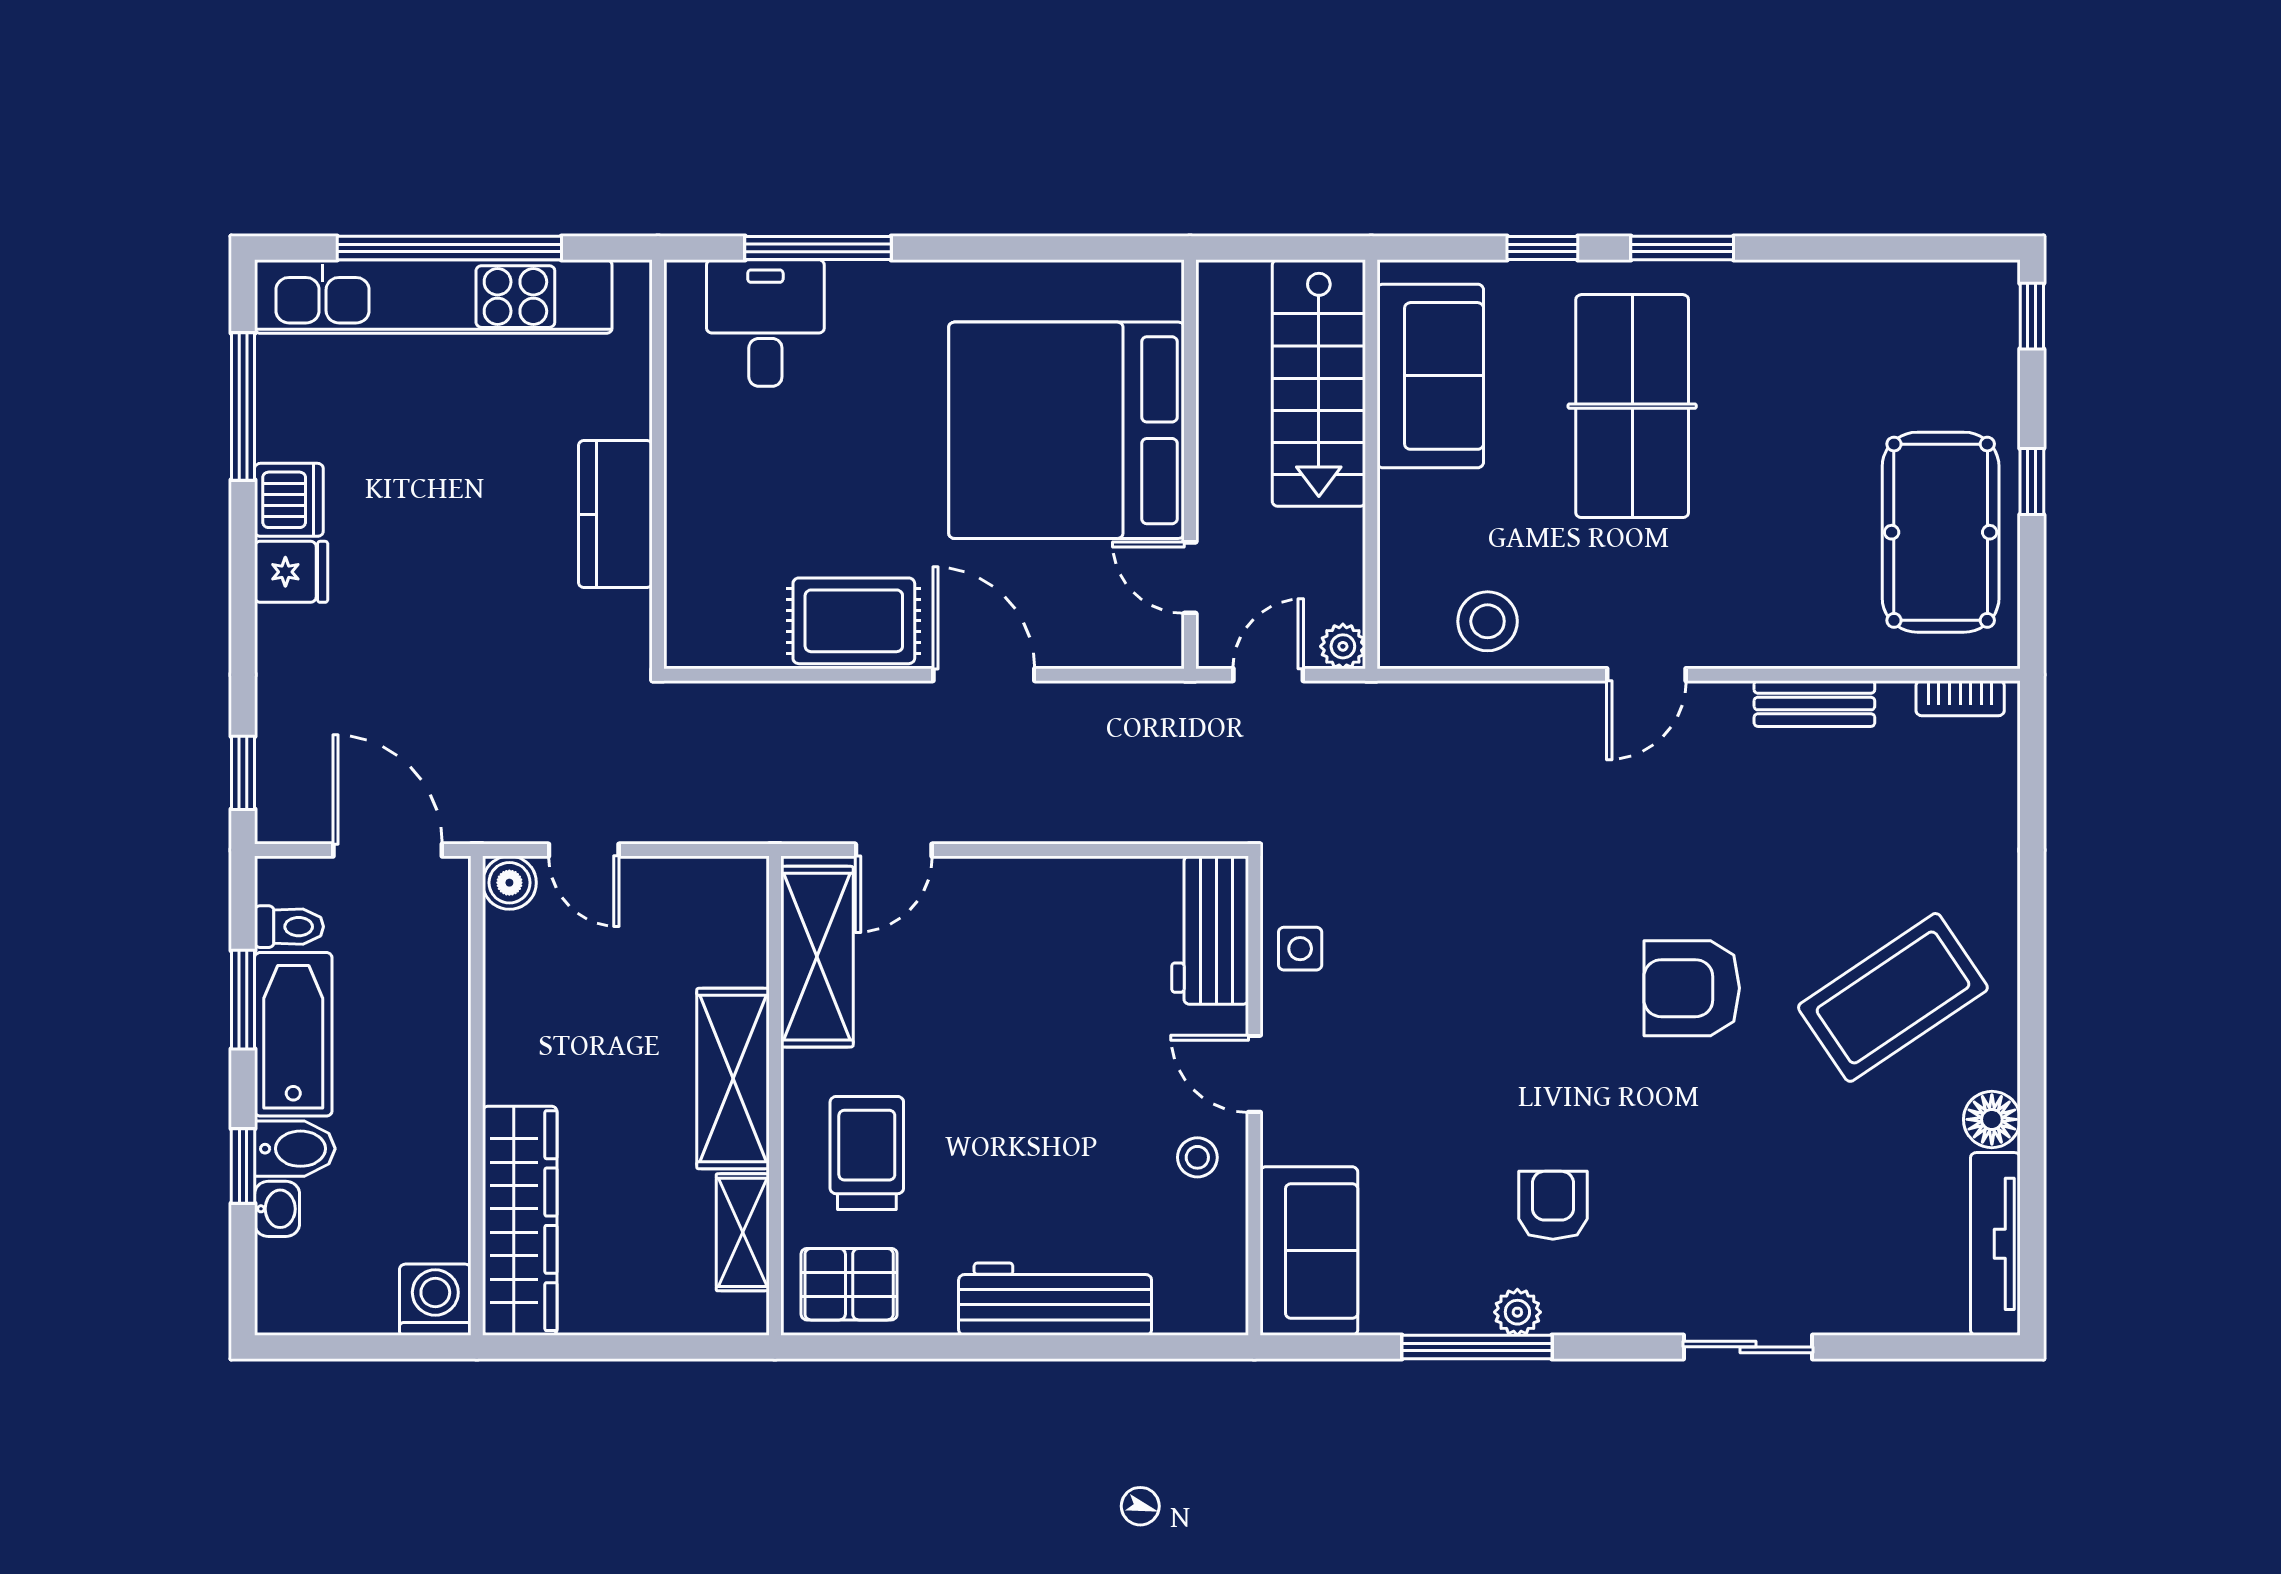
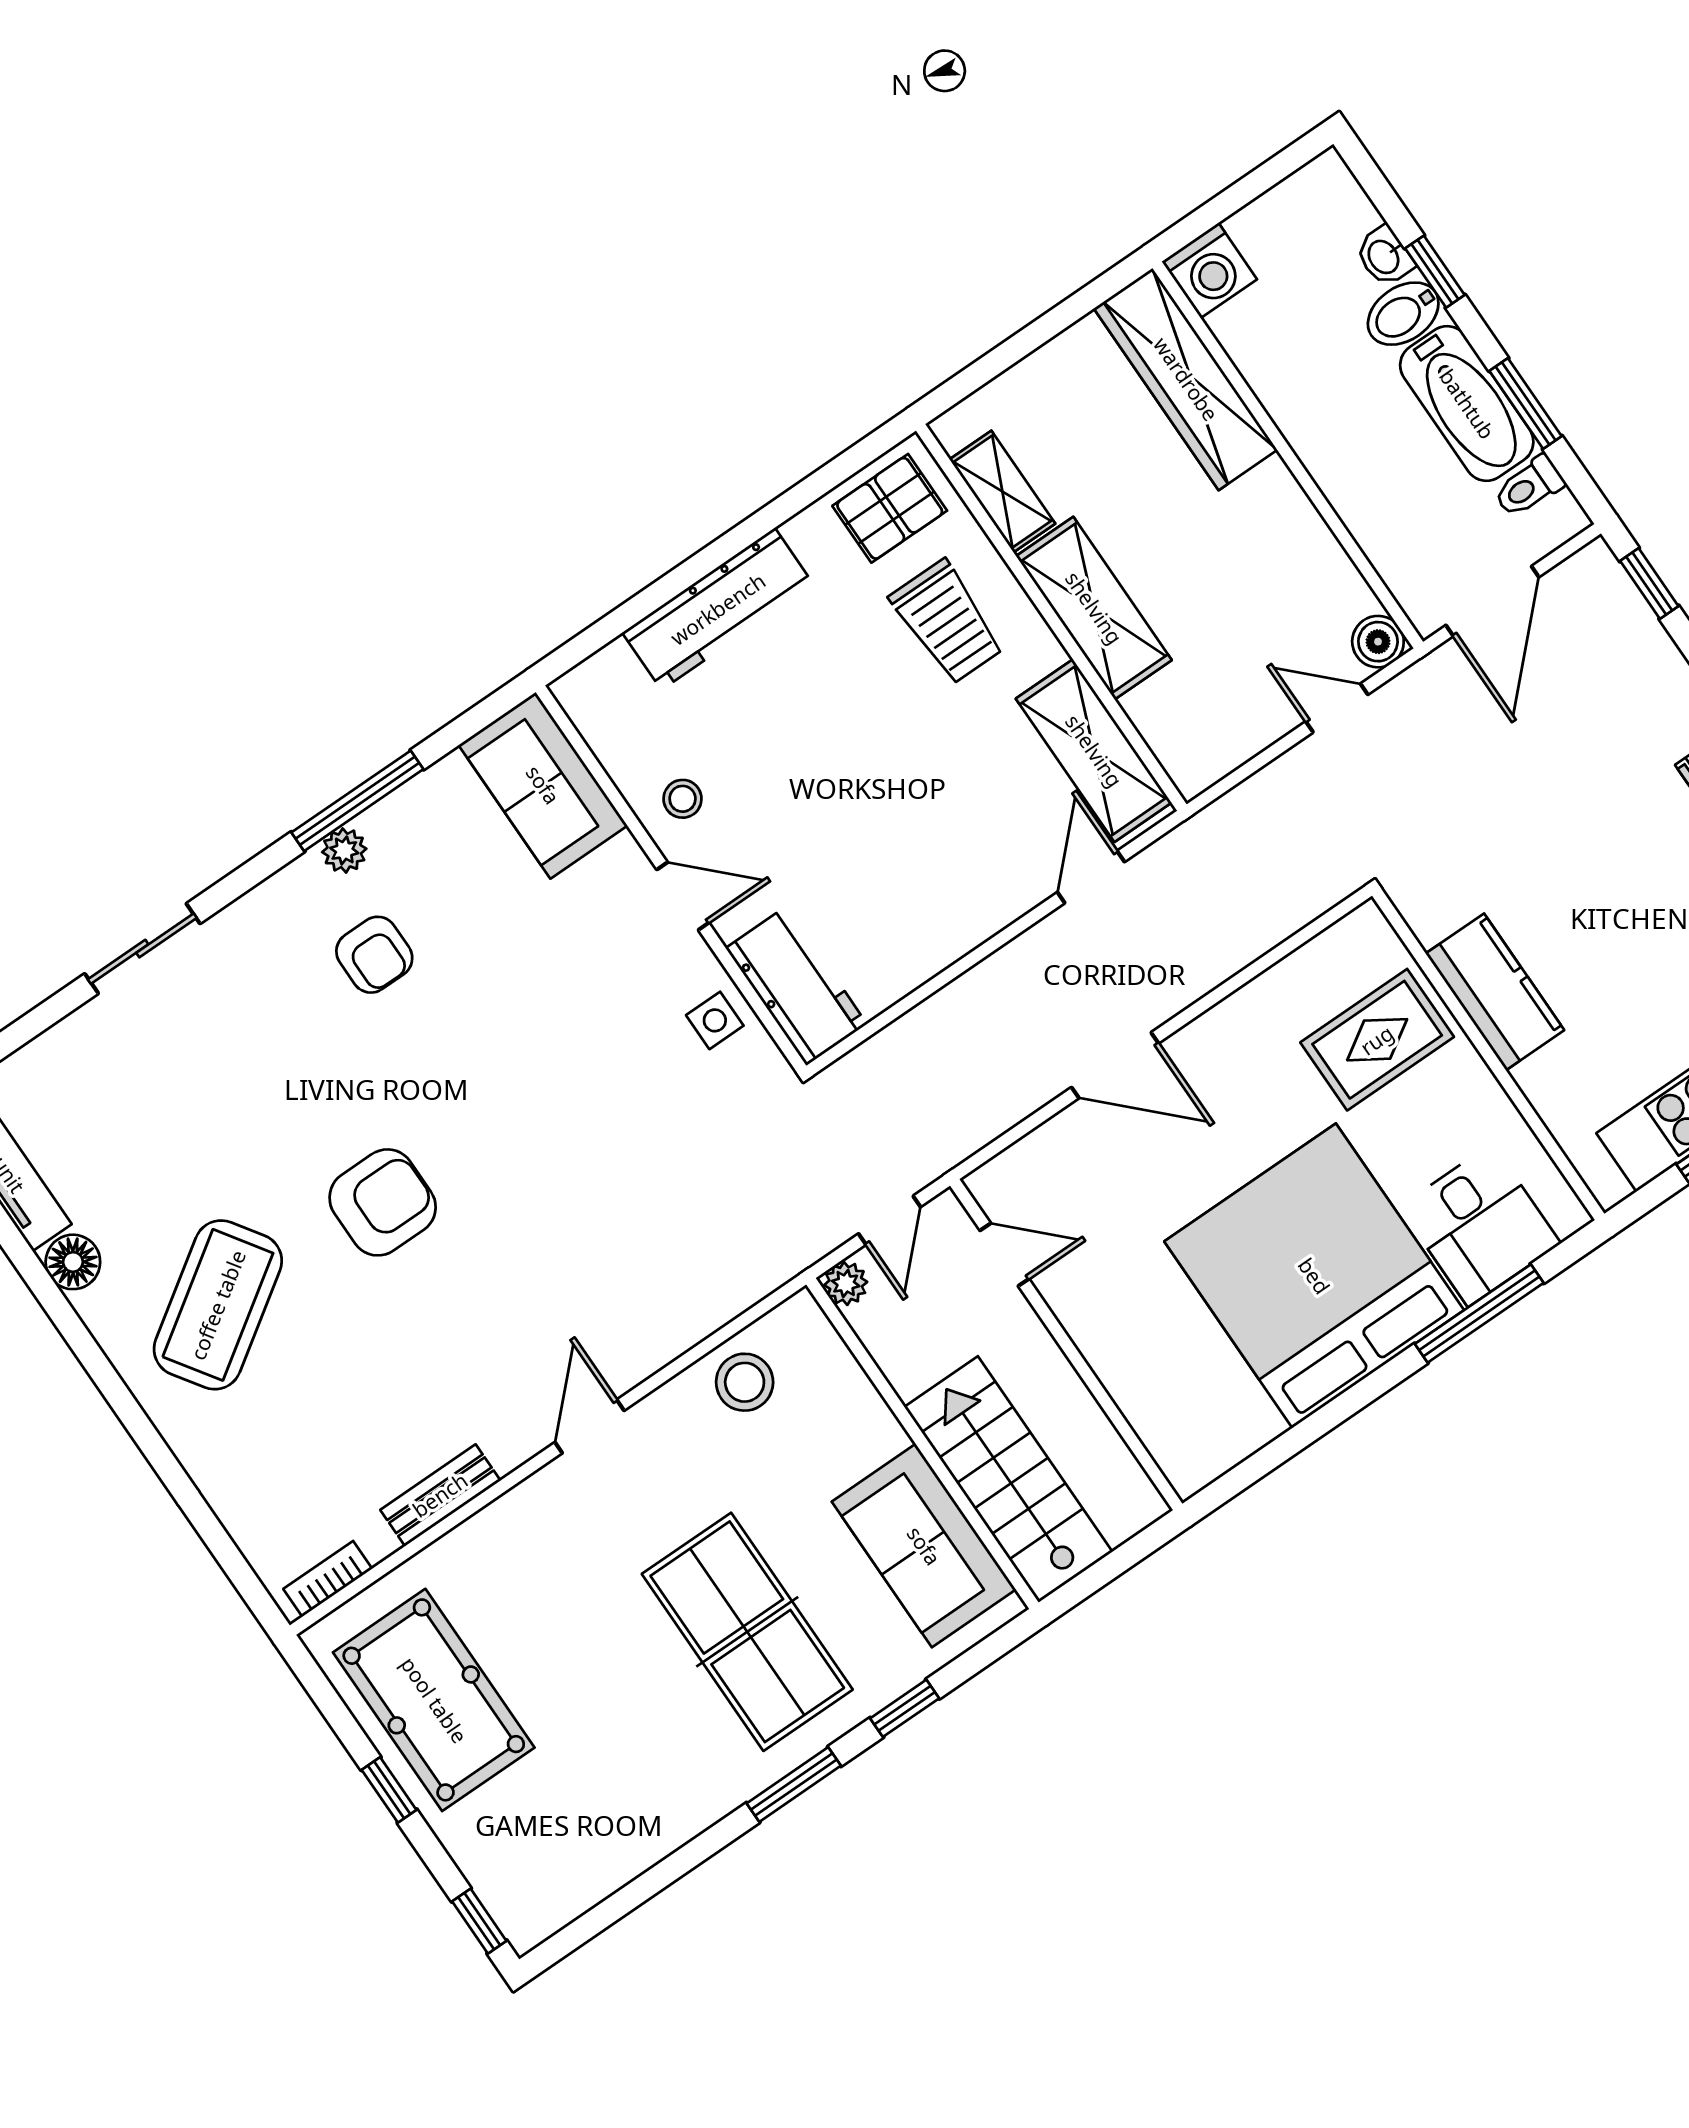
bed: (1066, 430) -> (1314, 1276), moved, turned -90
rug: (854, 621) -> (1377, 1040), moved
door: (388, 850) -> (1492, 601), hinge flipped

